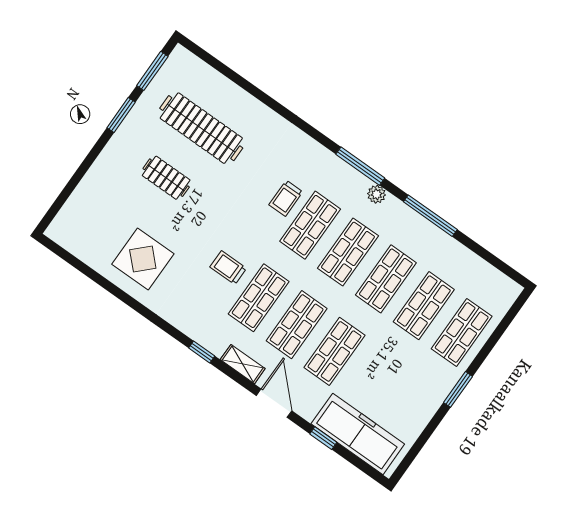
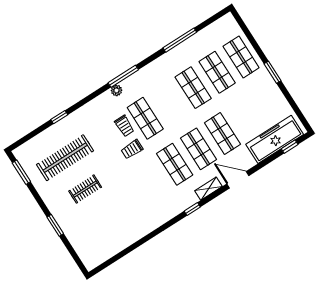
window: (259, 94) -> (59, 117), added
window: (121, 115) -> (55, 225), moved
plant: (377, 194) -> (116, 90), moved
window: (430, 216) -> (180, 40), moved
shop shelf: (348, 252) -> (169, 103), removed
display table: (143, 259) -> (126, 221), removed
trolley: (228, 268) -> (132, 149), moved
window: (323, 438) -> (290, 147), moved

